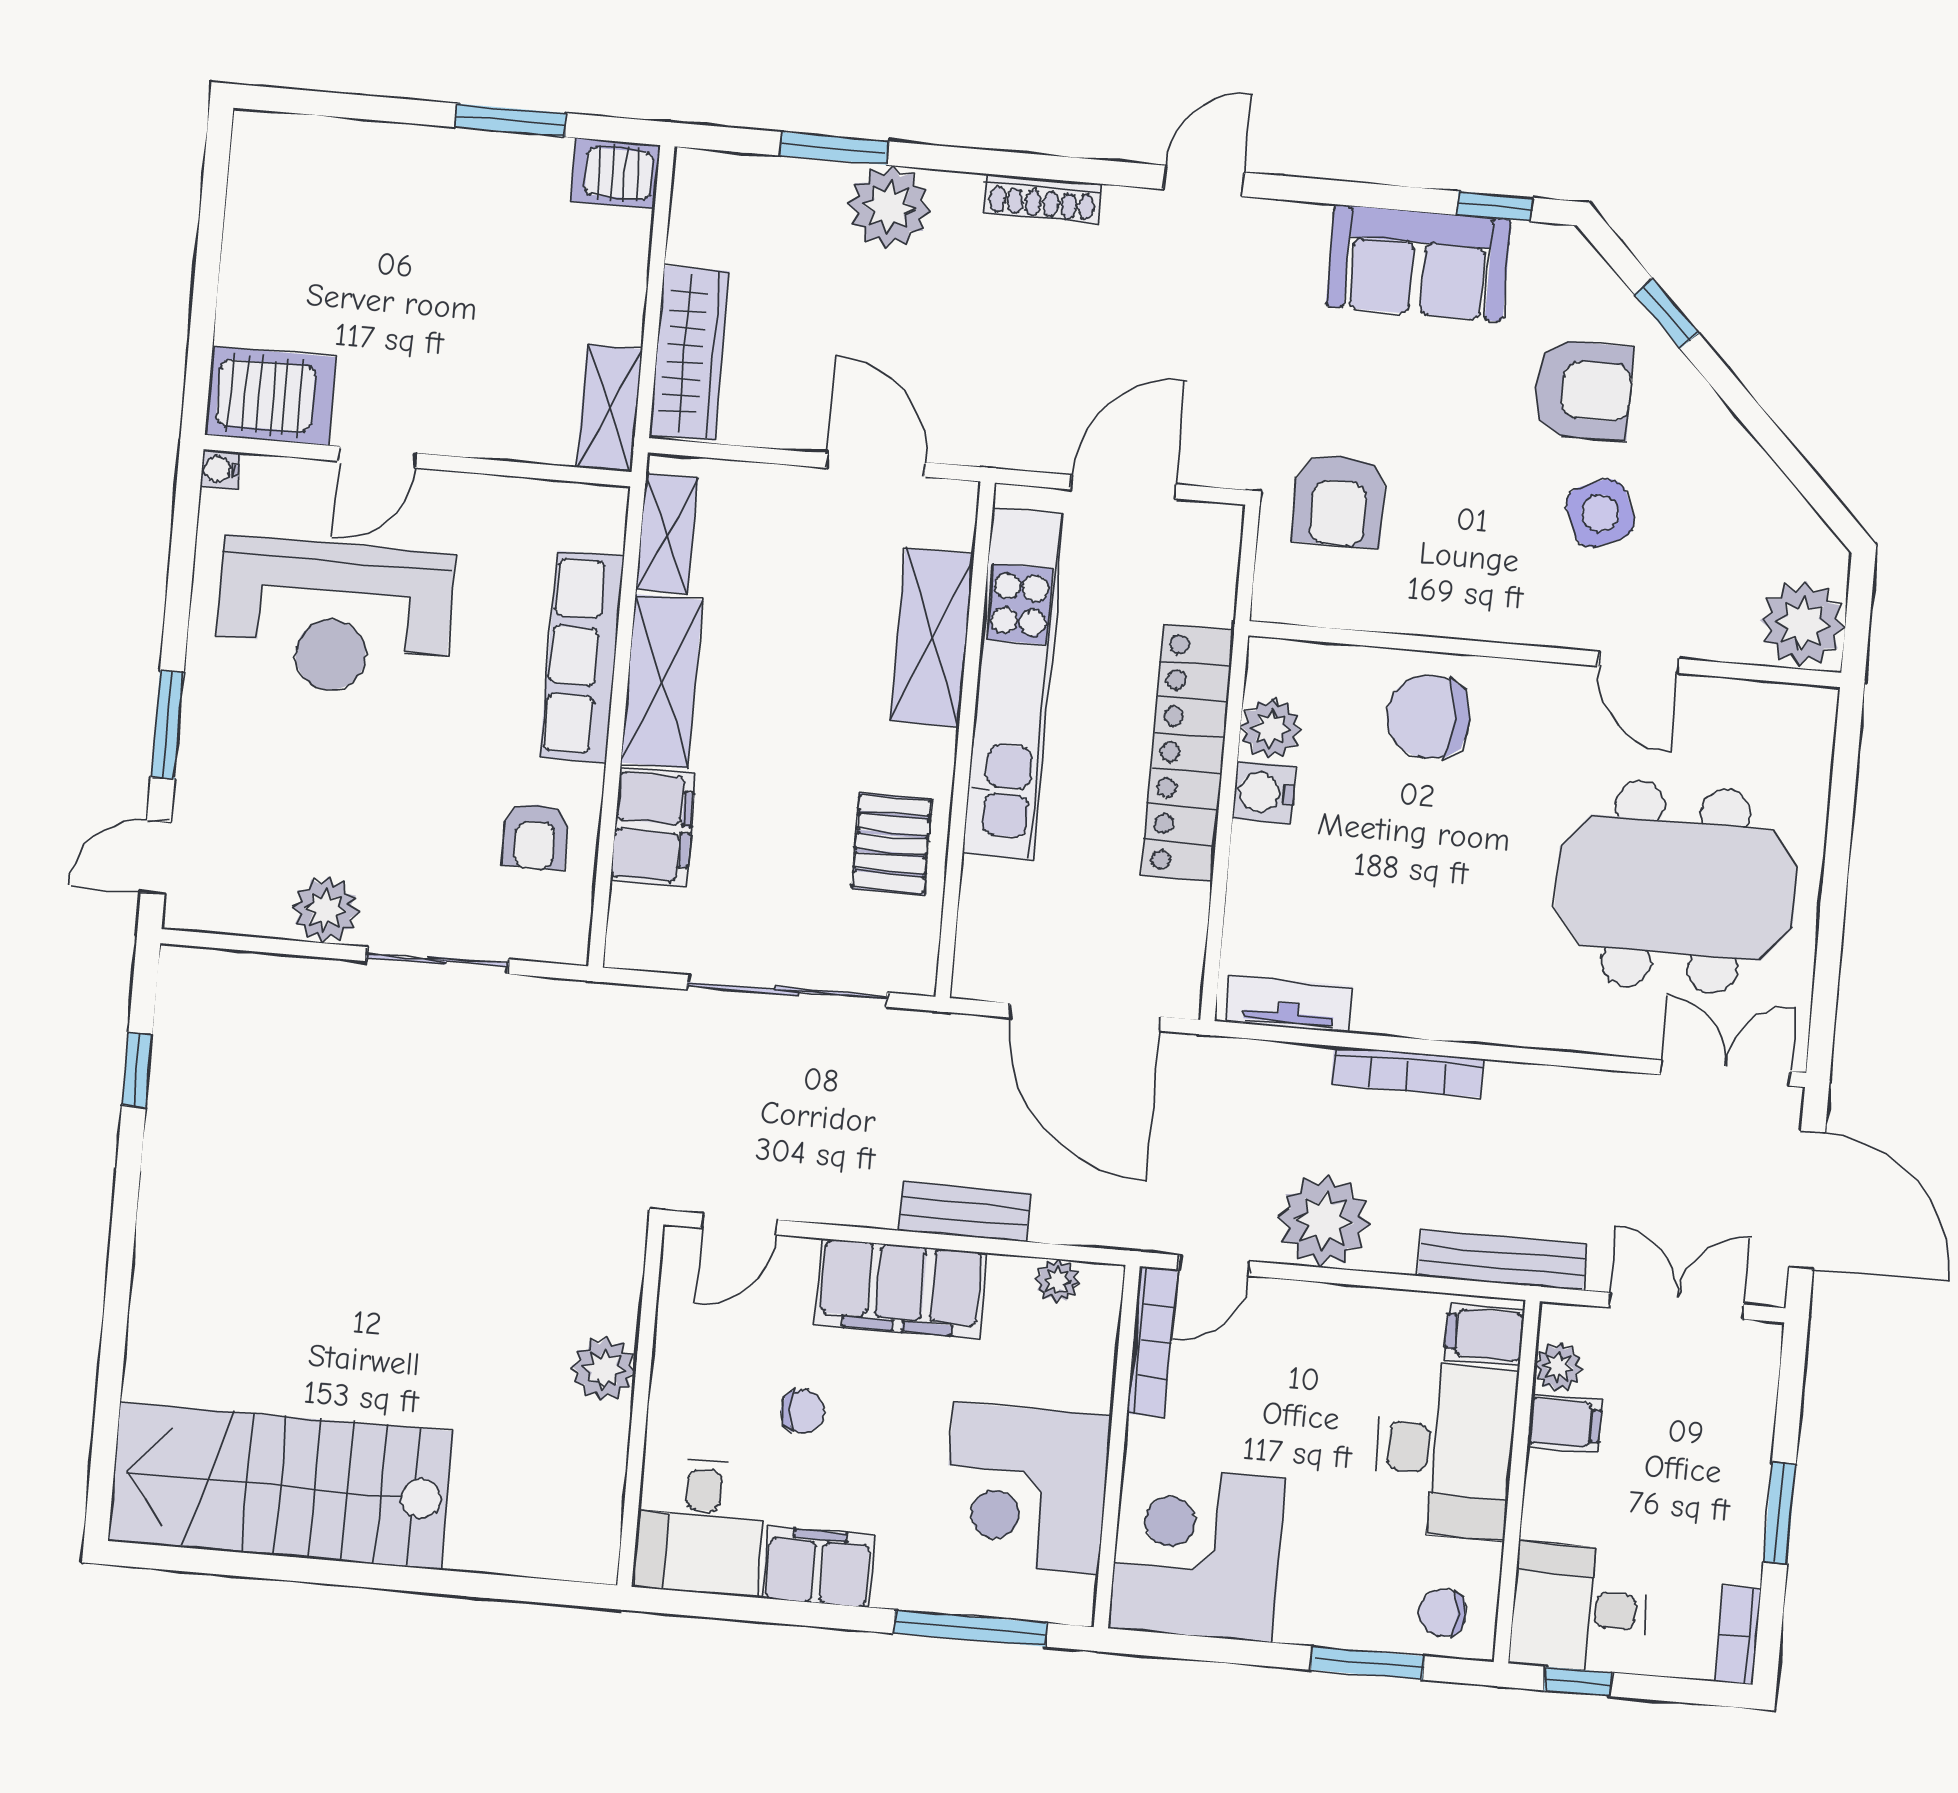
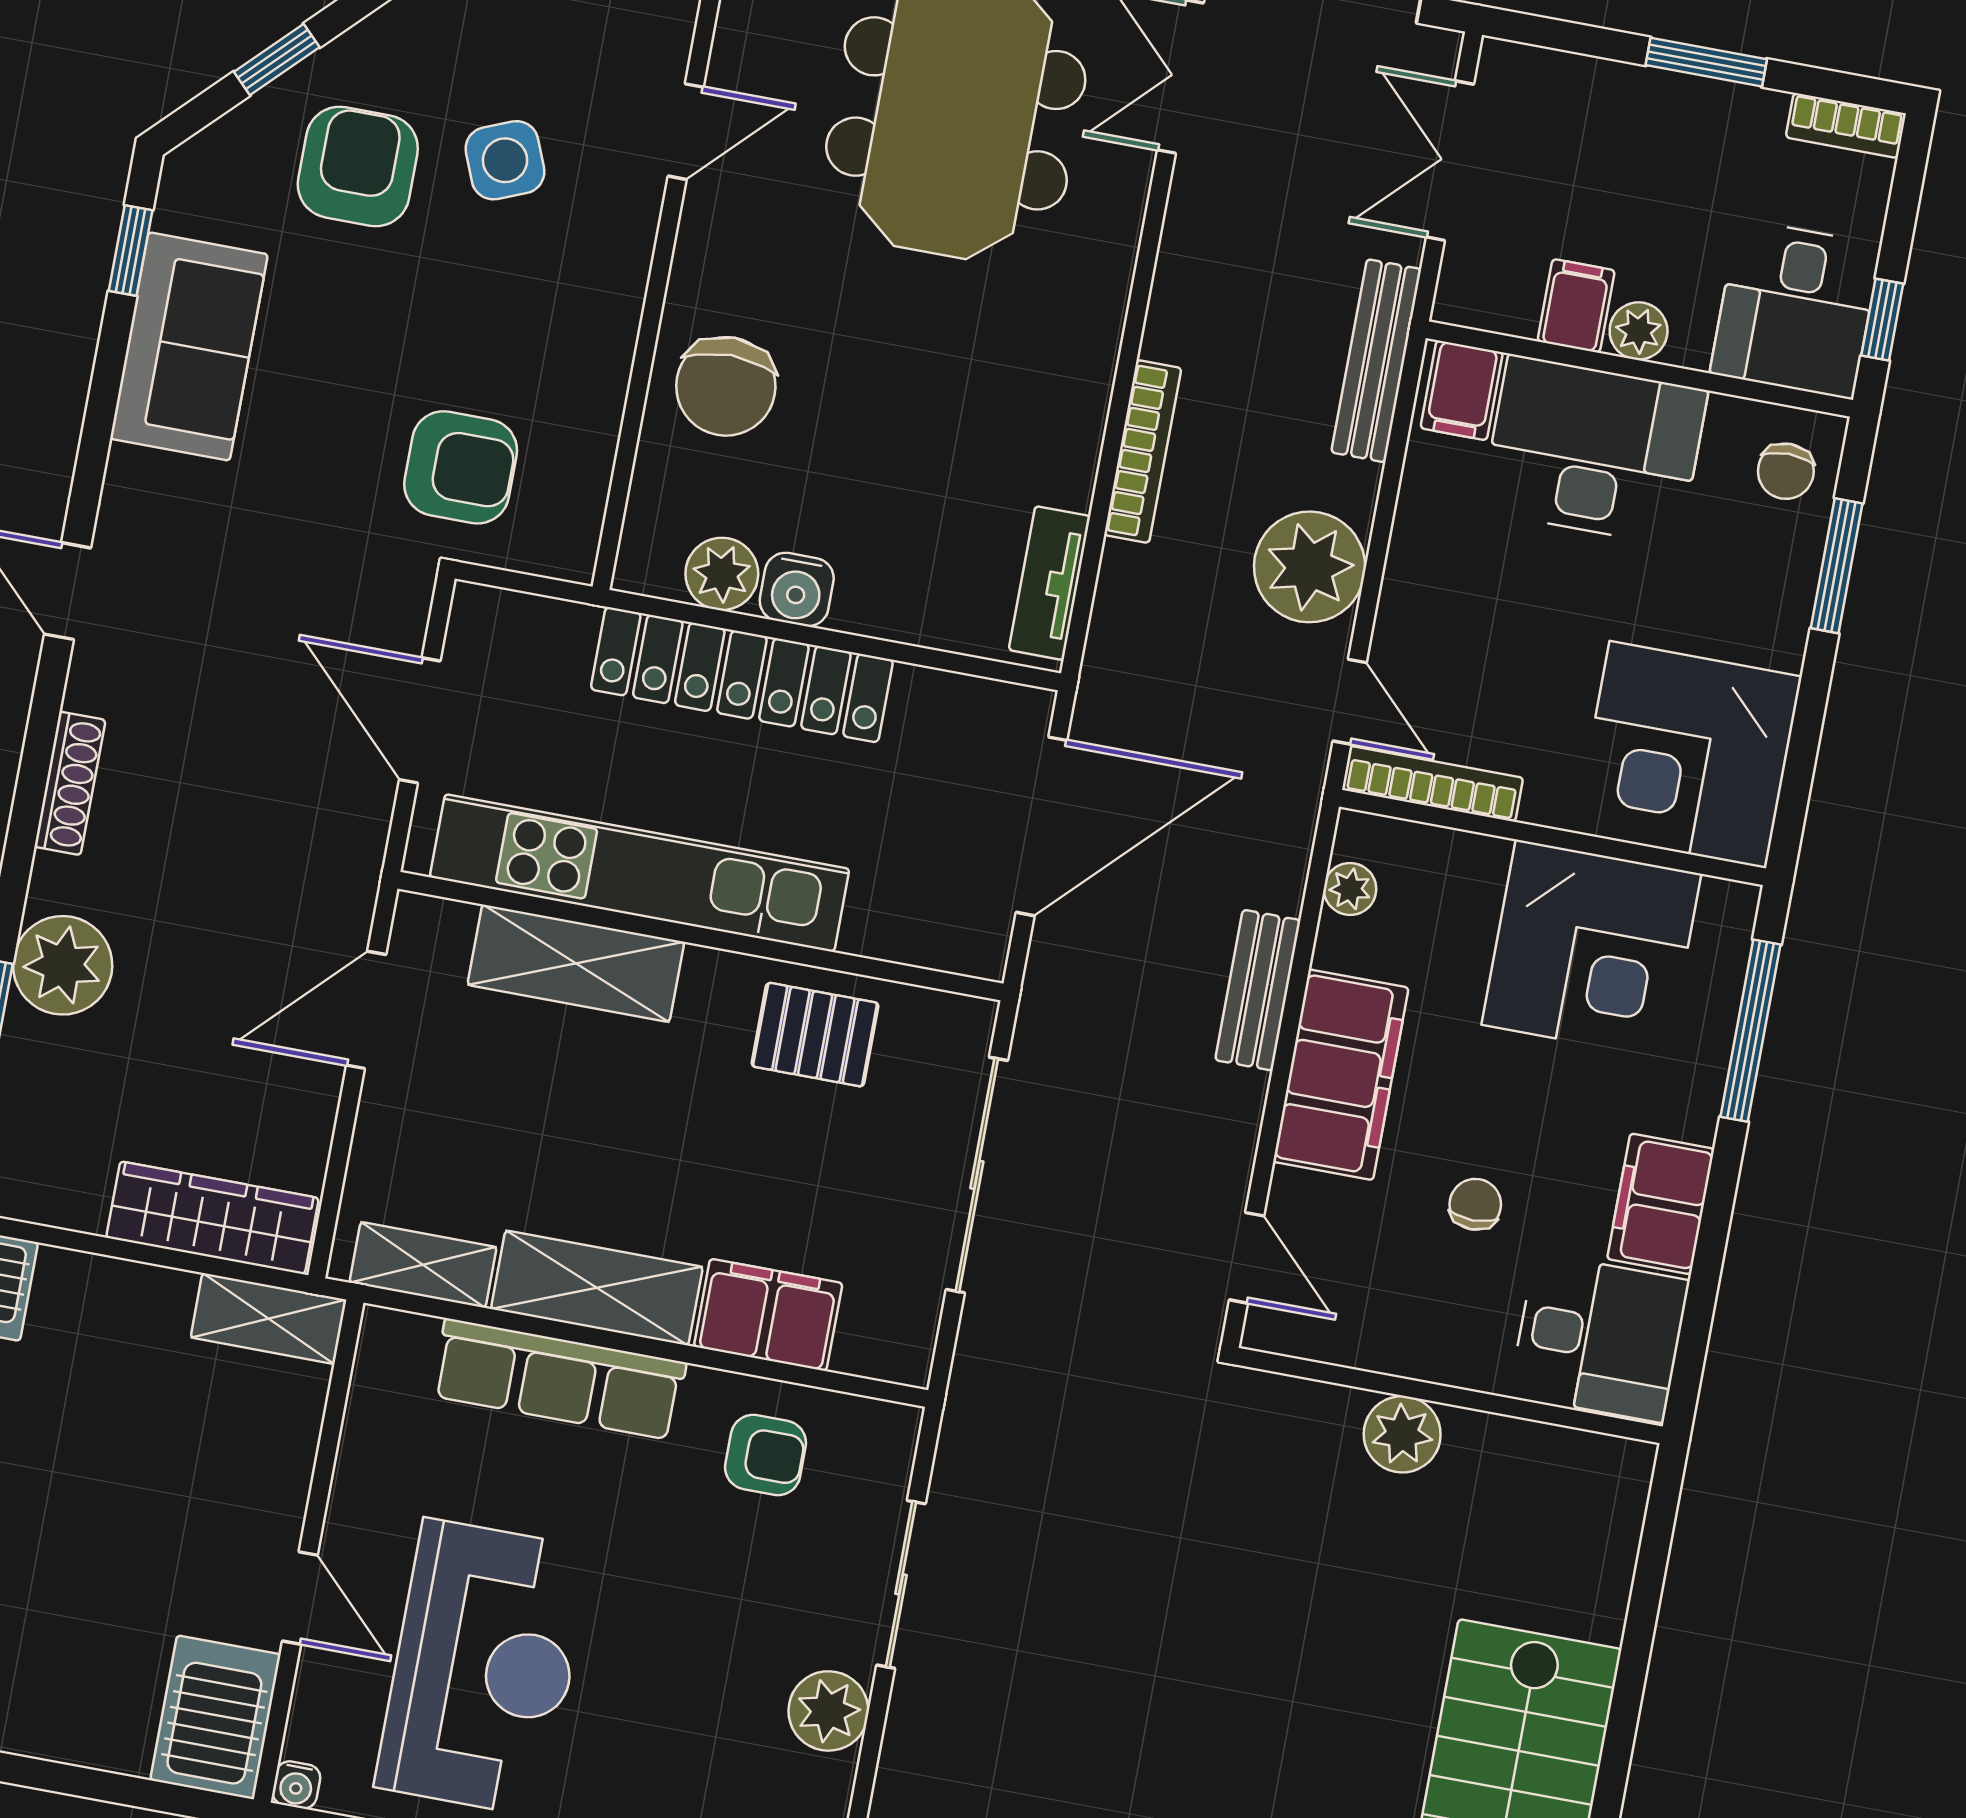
plant: (1558, 1367) -> (1639, 331), moved

